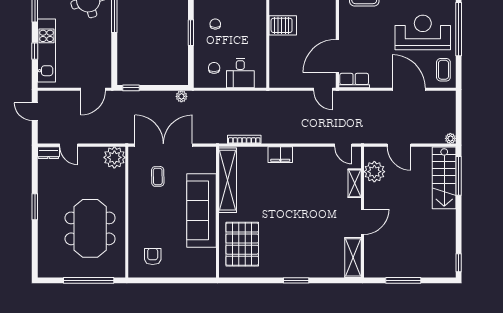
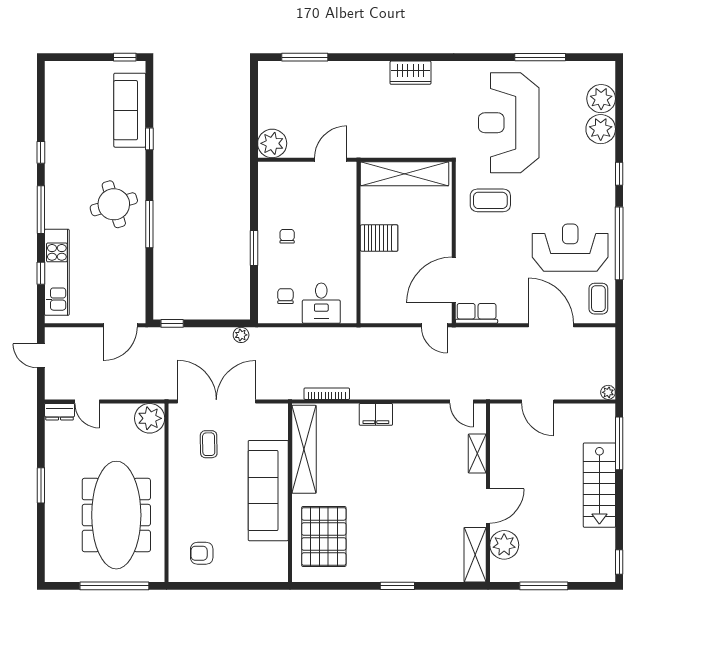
plant: (374, 172) -> (504, 545), moved
stairs: (444, 178) -> (599, 485), moved
meeting table: (90, 228) -> (116, 515), width x1.36
armchair: (153, 256) -> (202, 553), turned -90

